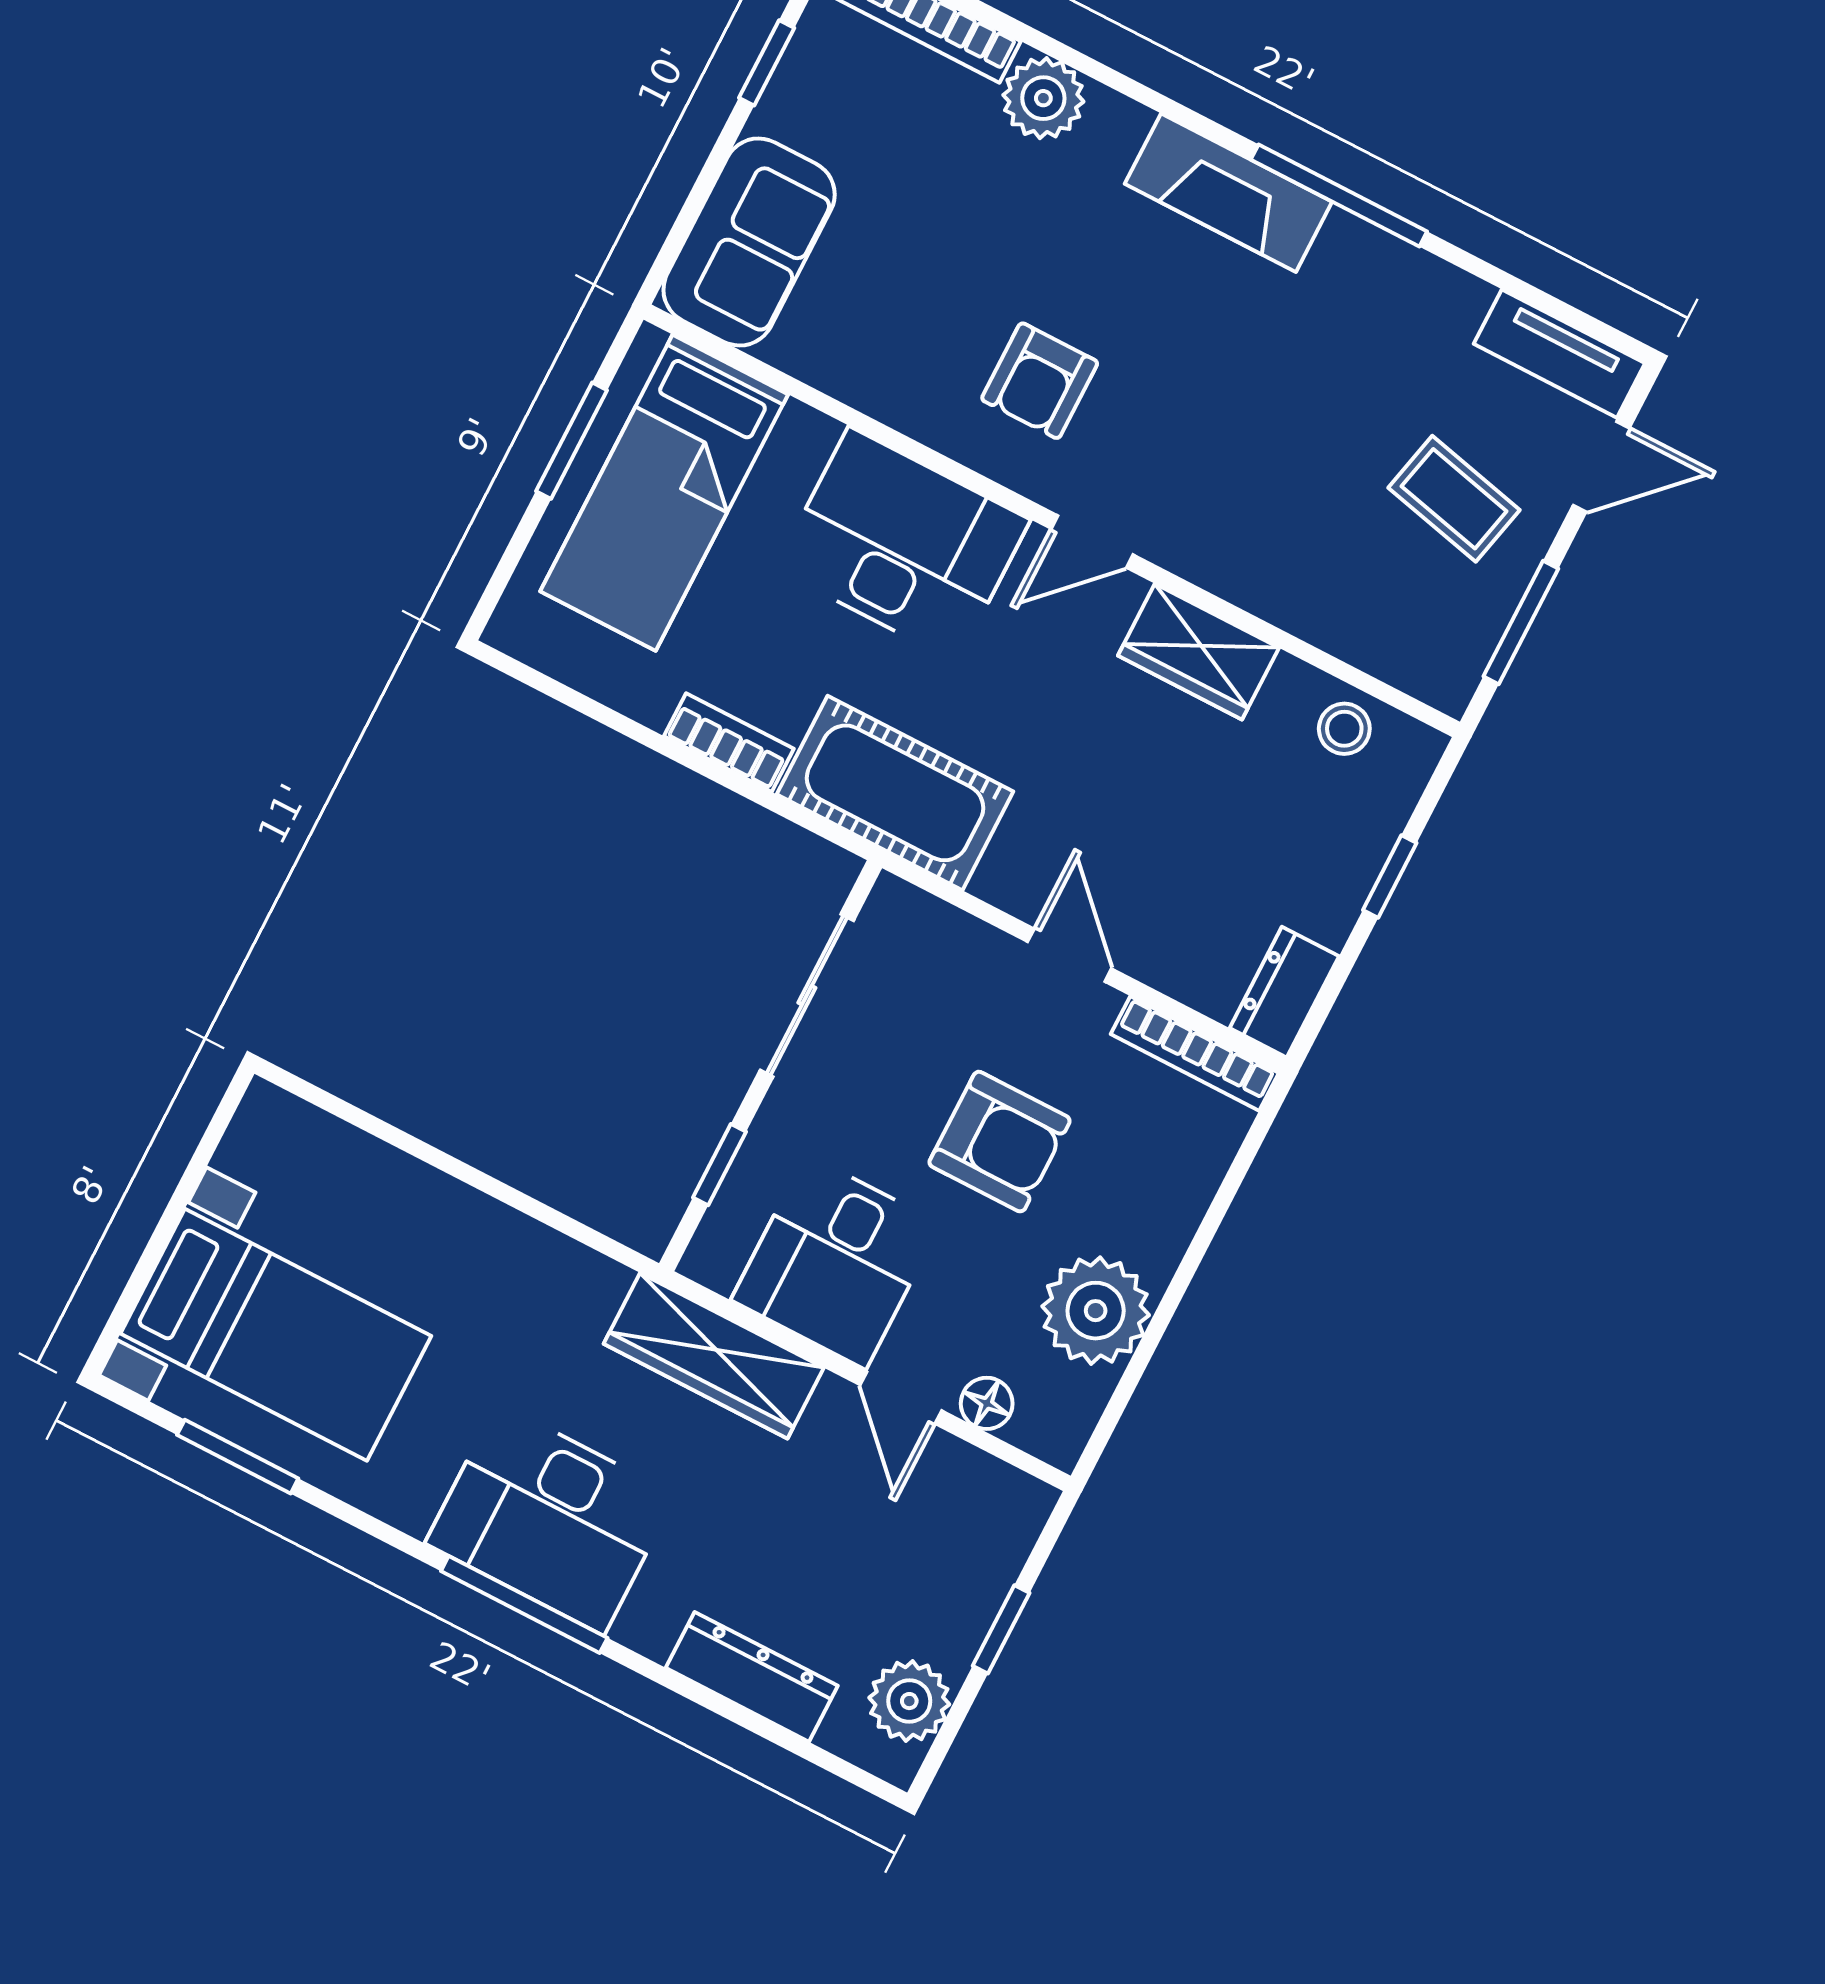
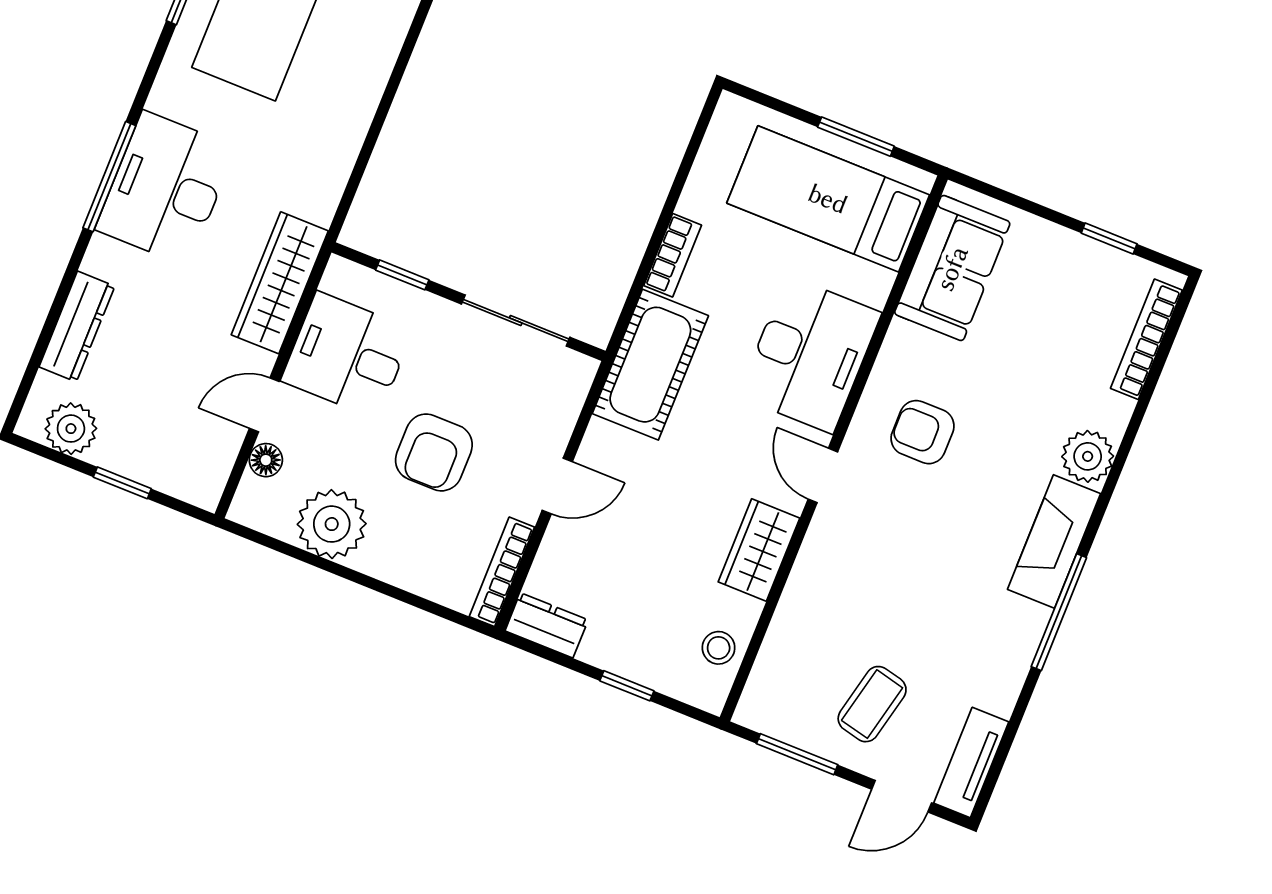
plant: (1043, 98) -> (1088, 456), moved
sofa: (749, 242) -> (952, 268), moved, turned -90
door: (1601, 467) -> (902, 796), hinge flipped

